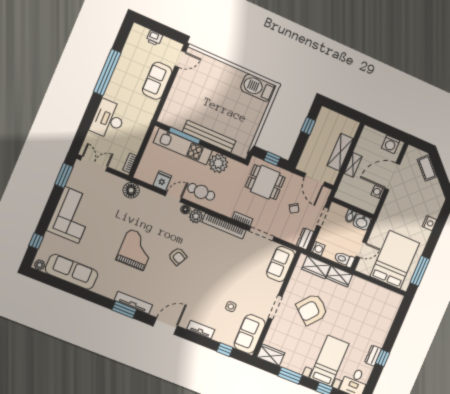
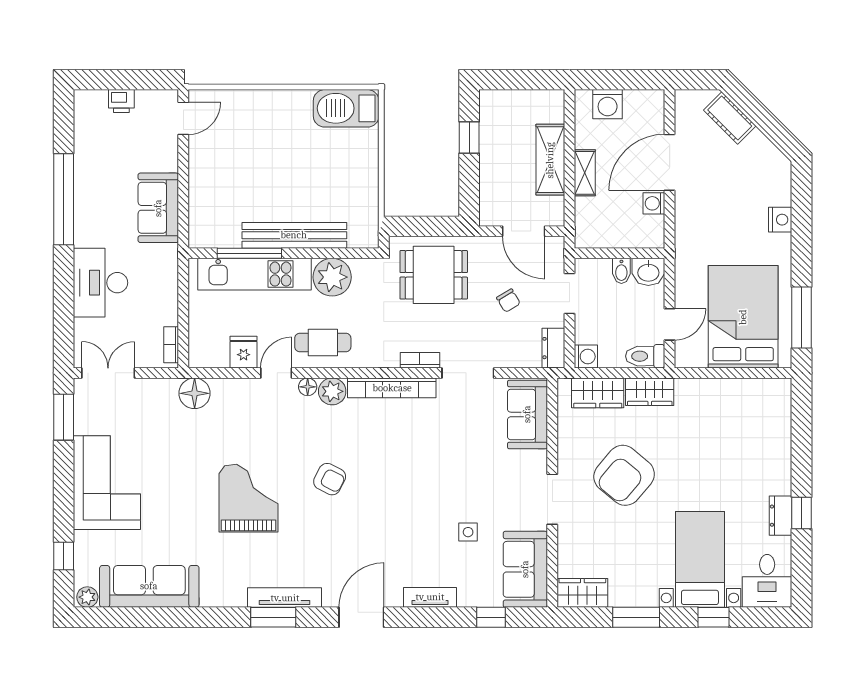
sofa: (157, 81) -> (158, 208), moved
washing machine: (391, 144) -> (608, 104), moved
window: (272, 159) -> (428, 226), removed

